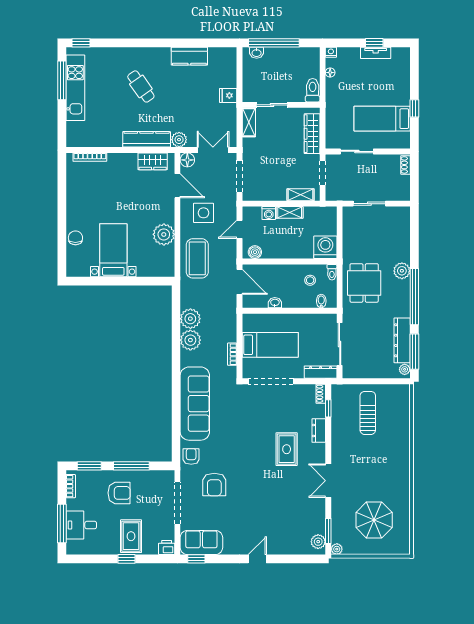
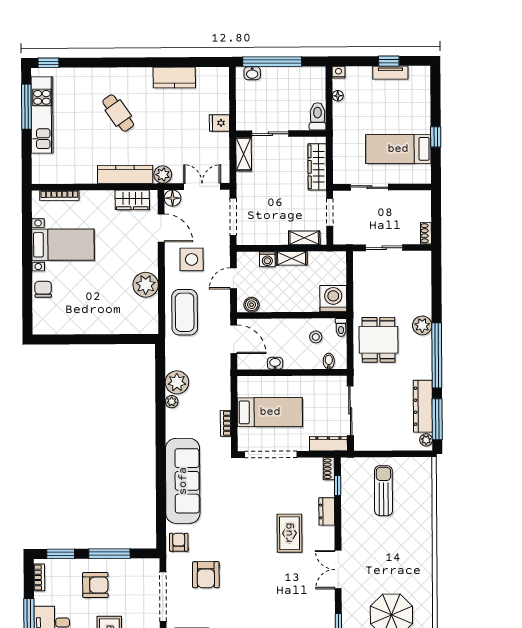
shoe rack: (405, 165) -> (426, 233), moved
bed with nightstands: (113, 250) -> (63, 245), moved, turned 90
plant: (190, 340) -> (172, 402), width x0.53, depth x0.53

